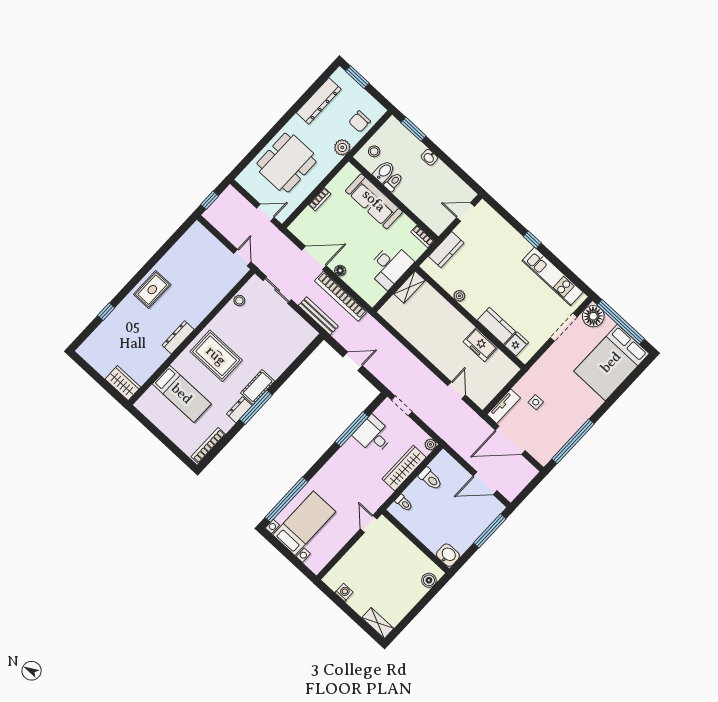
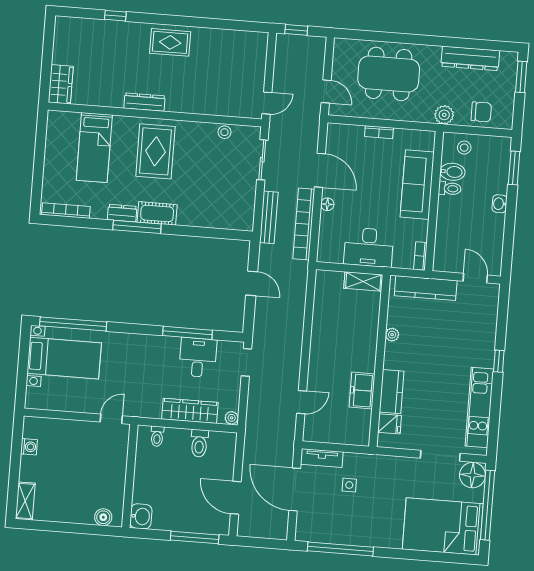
chair: (360, 122) -> (481, 112), turned 180
kitchen counter: (446, 250) -> (426, 288), width x1.50

